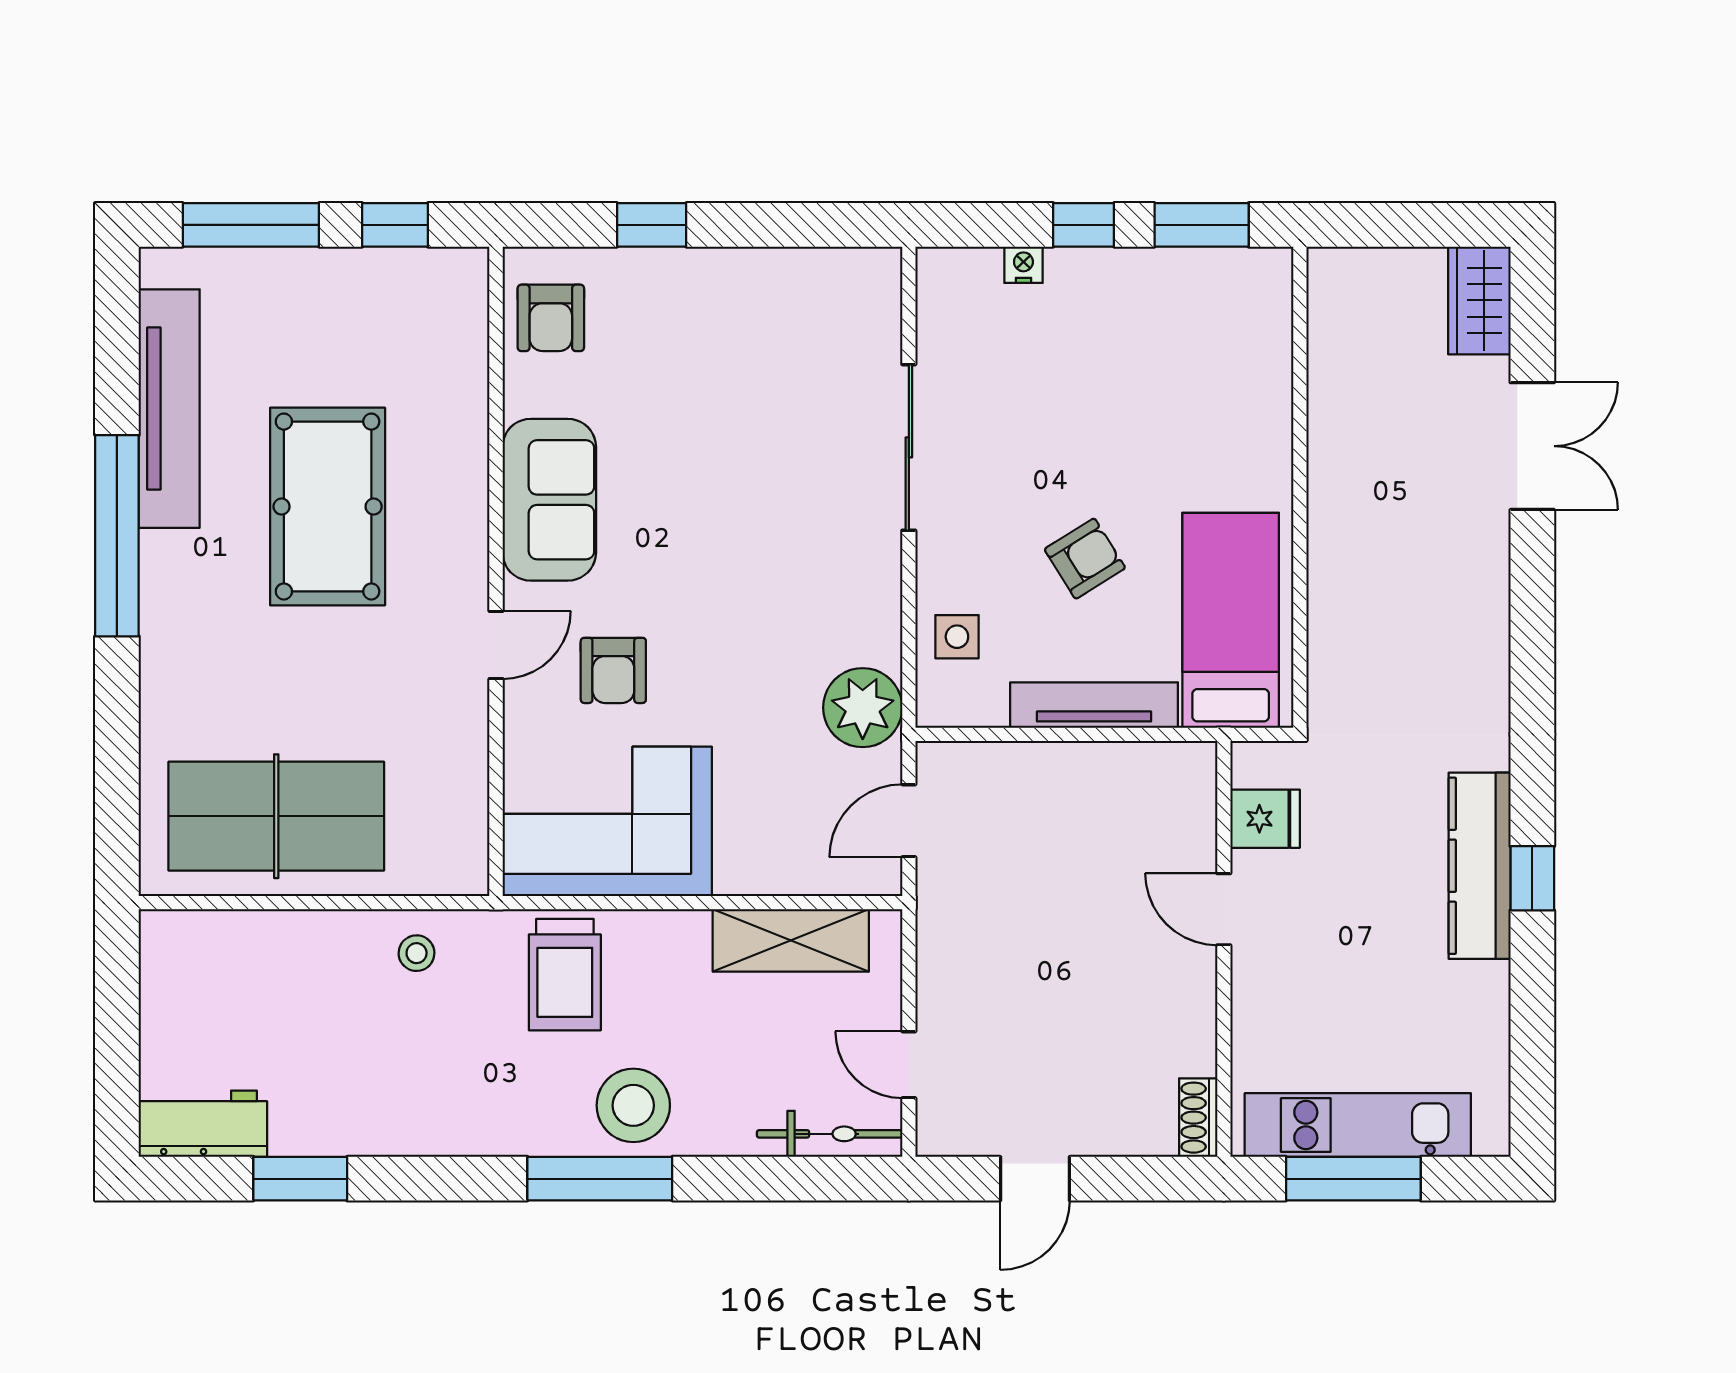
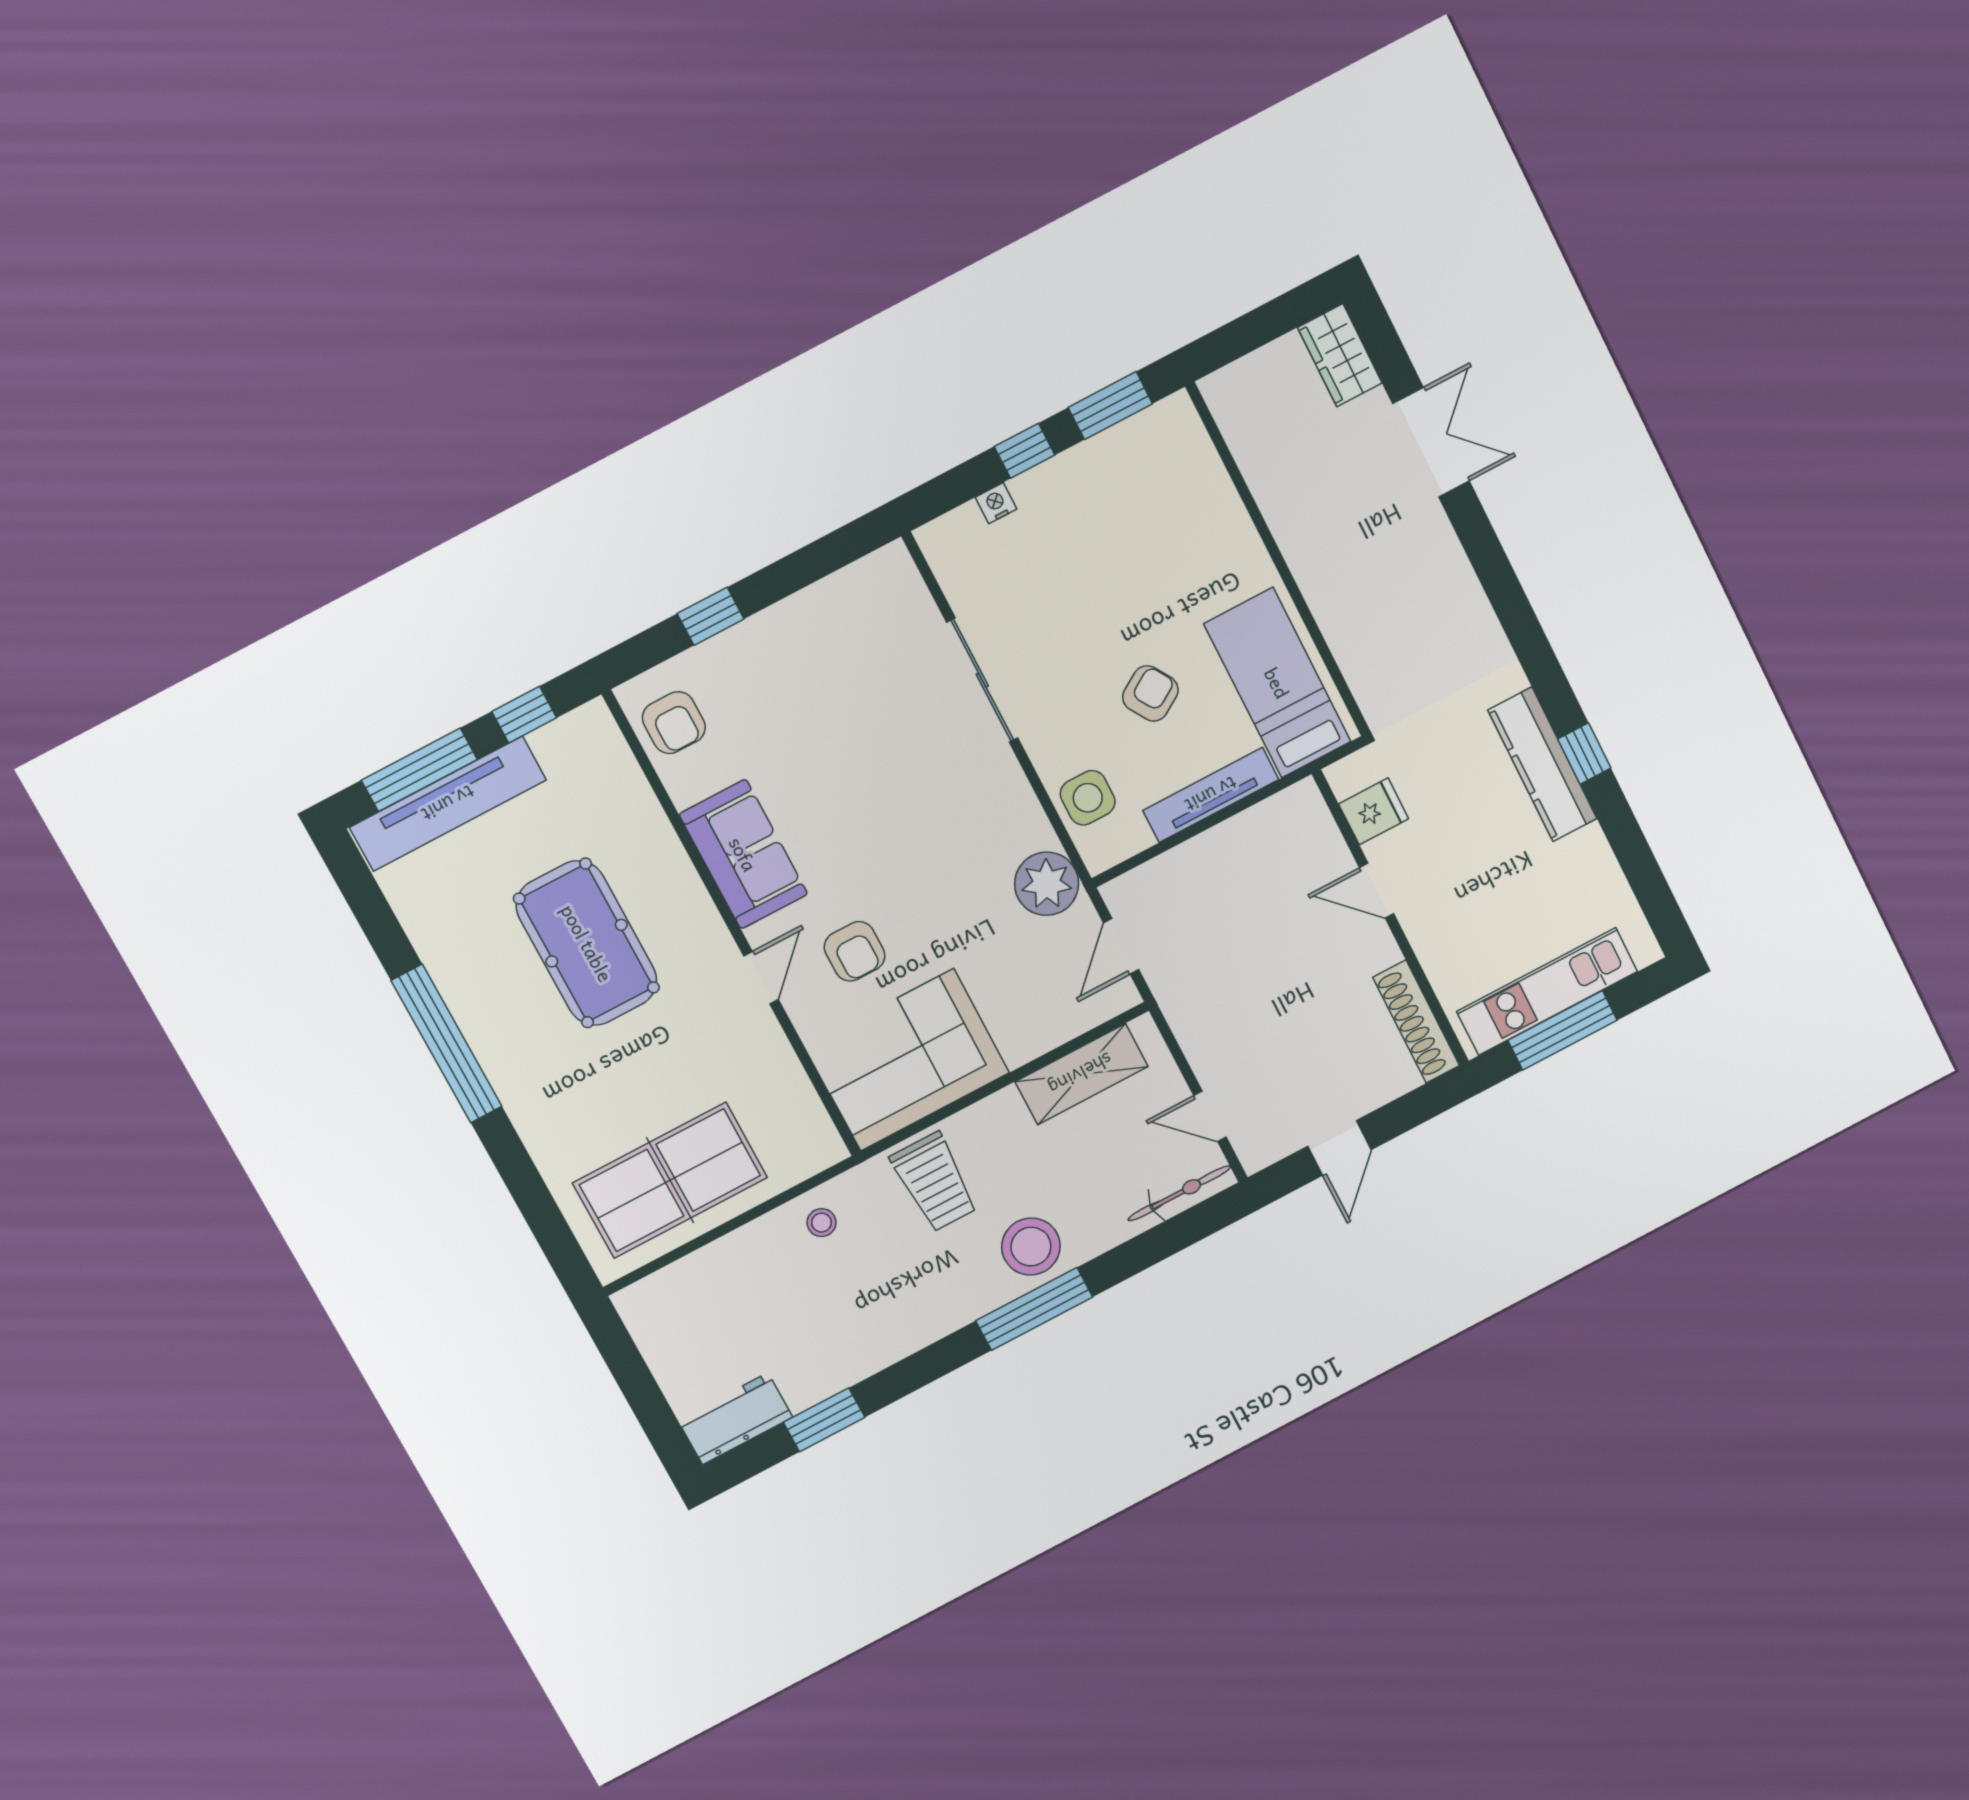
tv unit: (169, 409) -> (448, 804), moved, turned 90
side table: (957, 637) -> (1088, 798), width x1.37, depth x1.37
shoe rack: (1198, 1118) -> (1416, 1021), width x1.94, depth x1.24

